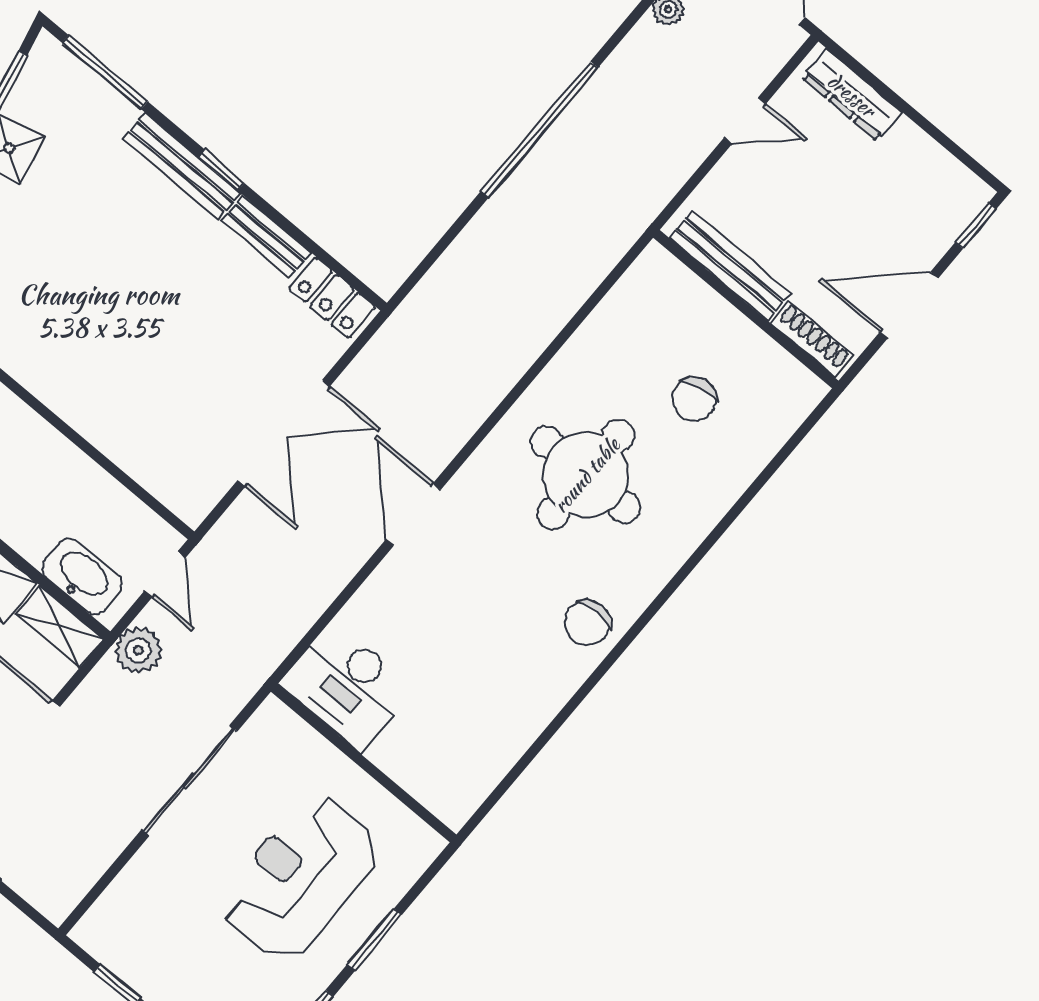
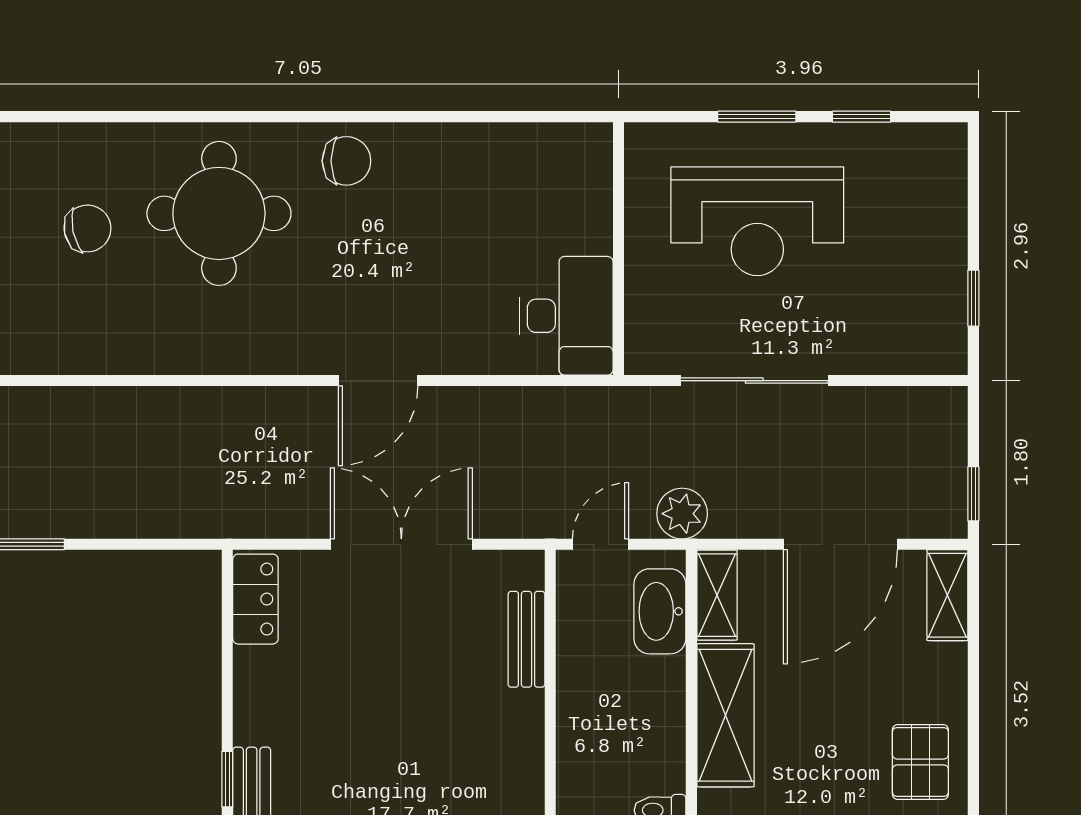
bench: (266, 237) -> (527, 639), moved
round table: (586, 475) -> (219, 213), moved

